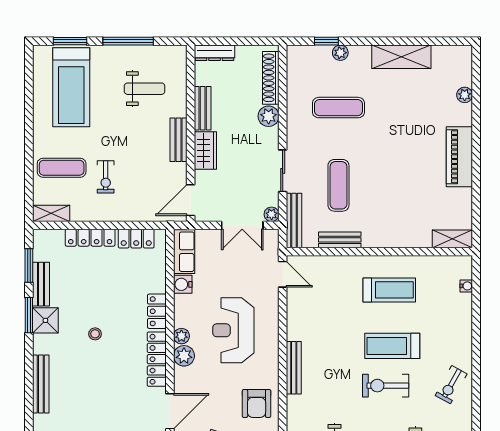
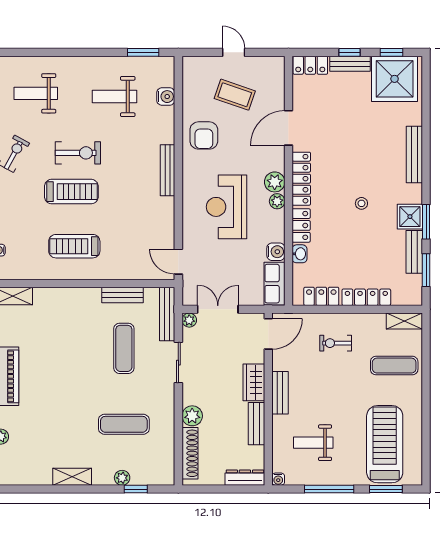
water cooler: (180, 51) -> (278, 479), added
shelving: (401, 57) -> (72, 477), width x0.67, depth x0.75
exercise bike: (106, 177) -> (336, 343), moved, turned -90
washbasin: (159, 282) -> (300, 254), added
reception desk: (233, 330) -> (226, 207), turned 180
armchair: (257, 403) -> (204, 135), turned 180

